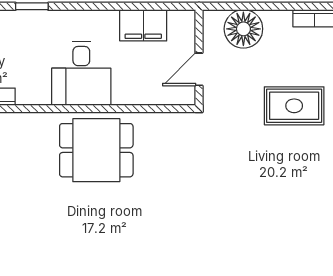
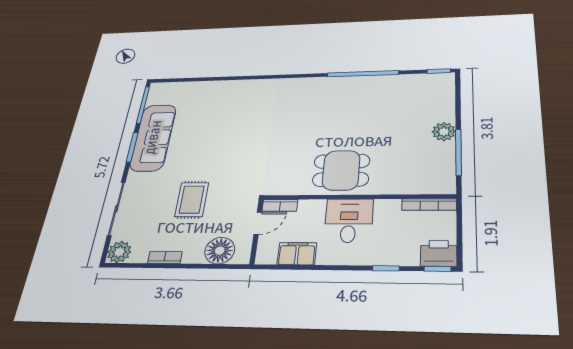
bookcase: (173, 96) -> (280, 205), added
rug: (294, 106) -> (192, 200), turned 90

